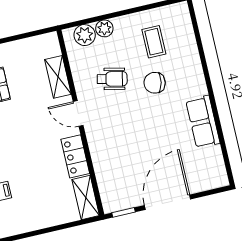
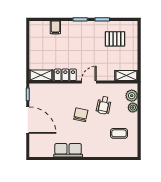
shelving: (58, 77) -> (126, 75), moved
chair: (155, 83) -> (81, 115), moved

